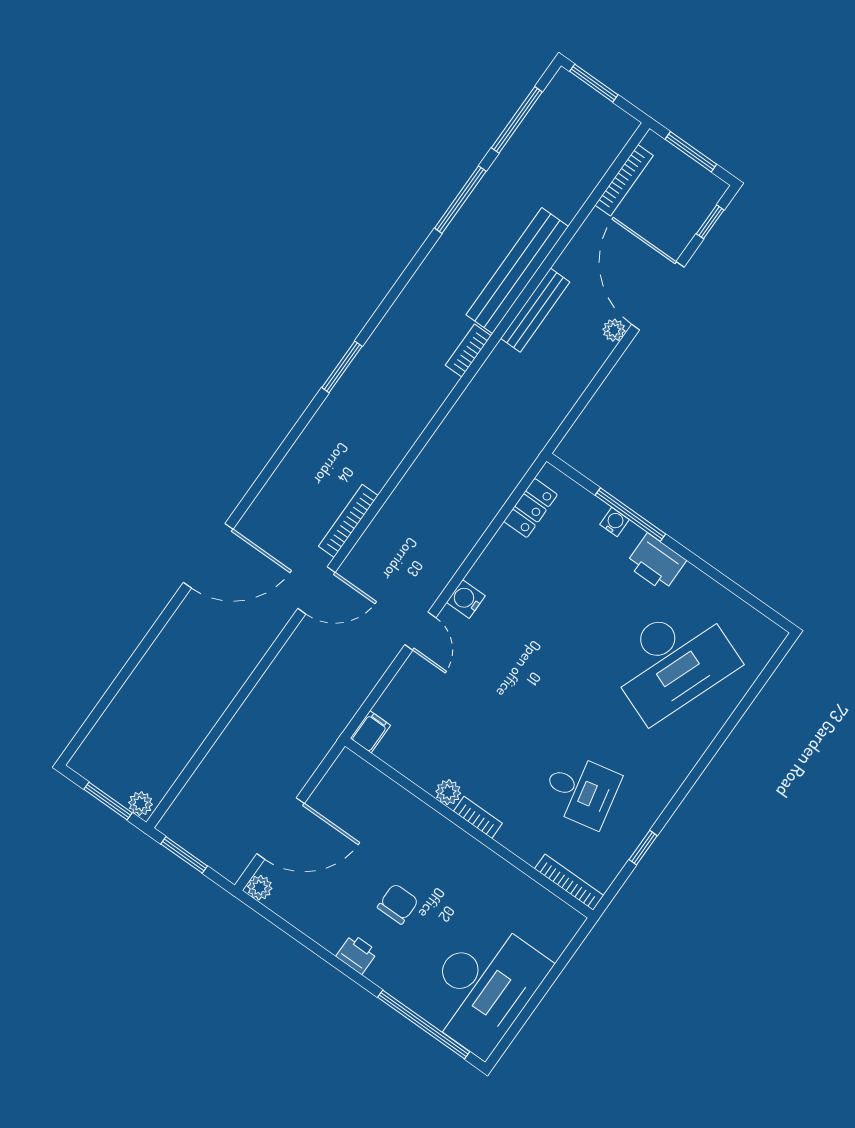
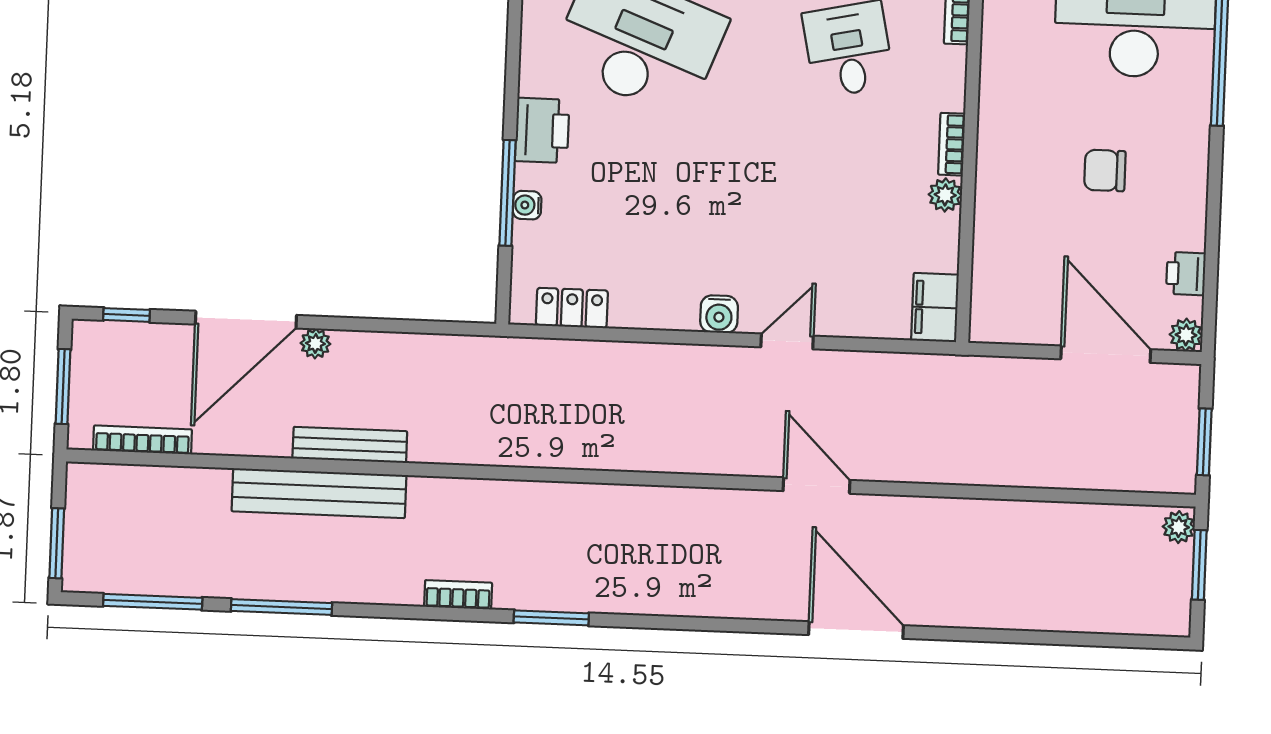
bookcase: (468, 351) -> (458, 595), moved, turned 180
bookcase: (348, 521) -> (717, 500), removed
filing cabinet: (370, 732) -> (935, 308), width x2.00
printer: (357, 954) -> (1186, 274), moved

